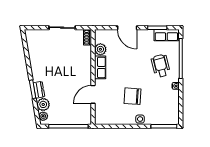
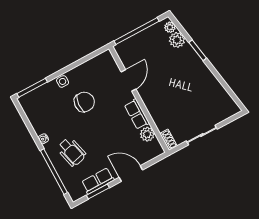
row of seats: (166, 35) -> (98, 181), moved
dresser: (39, 90) -> (190, 53), removed

